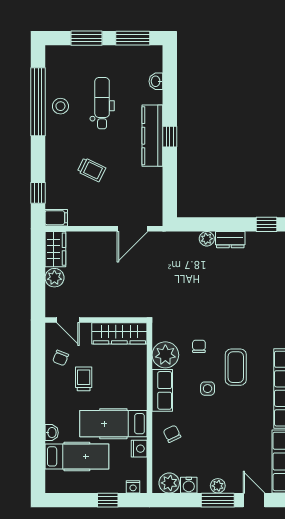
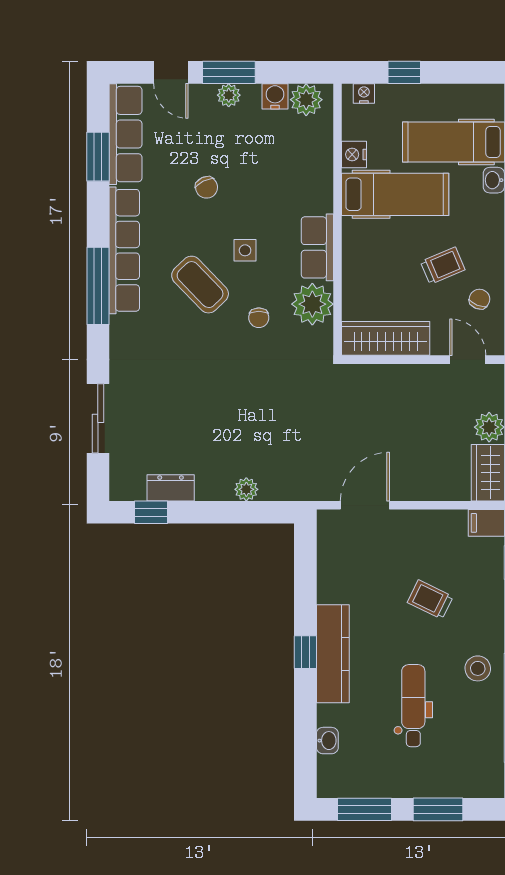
dental chair: (102, 103) -> (413, 706), turned 180
stool: (60, 106) -> (478, 668), moved
dresser: (230, 240) -> (171, 488), moved
coffee table: (236, 367) -> (200, 285), turned -44
trolley: (84, 379) -> (443, 266), turned -113
chair: (172, 434) -> (207, 187), moved

